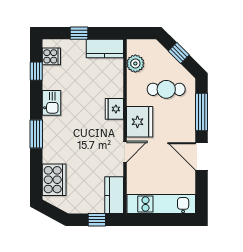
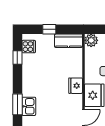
plant: (135, 63) -> (91, 40), moved
kitchen sink: (51, 103) -> (29, 106), moved

